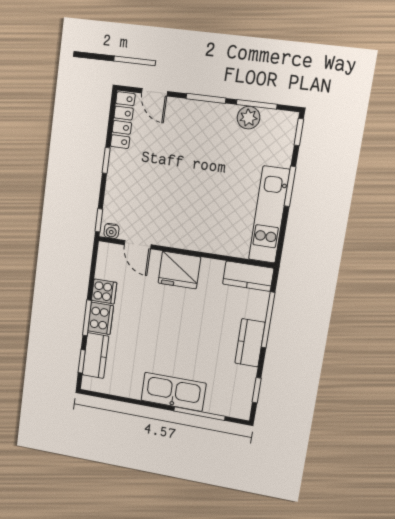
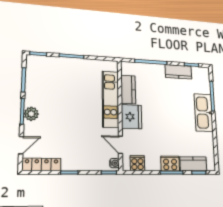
plant: (248, 118) -> (31, 114), moved
kitchen unit: (269, 215) -> (110, 99), moved, turned 90
door: (138, 245) -> (120, 145), swing flipped
kitchen counter: (248, 276) -> (128, 90), moved
cooker: (104, 291) -> (137, 163), moved
kitchen counter: (250, 343) -> (178, 72), moved

